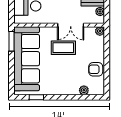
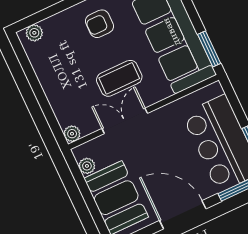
armchair: (96, 69) -> (99, 24), moved, turned 180
plant: (84, 90) -> (34, 33), moved

